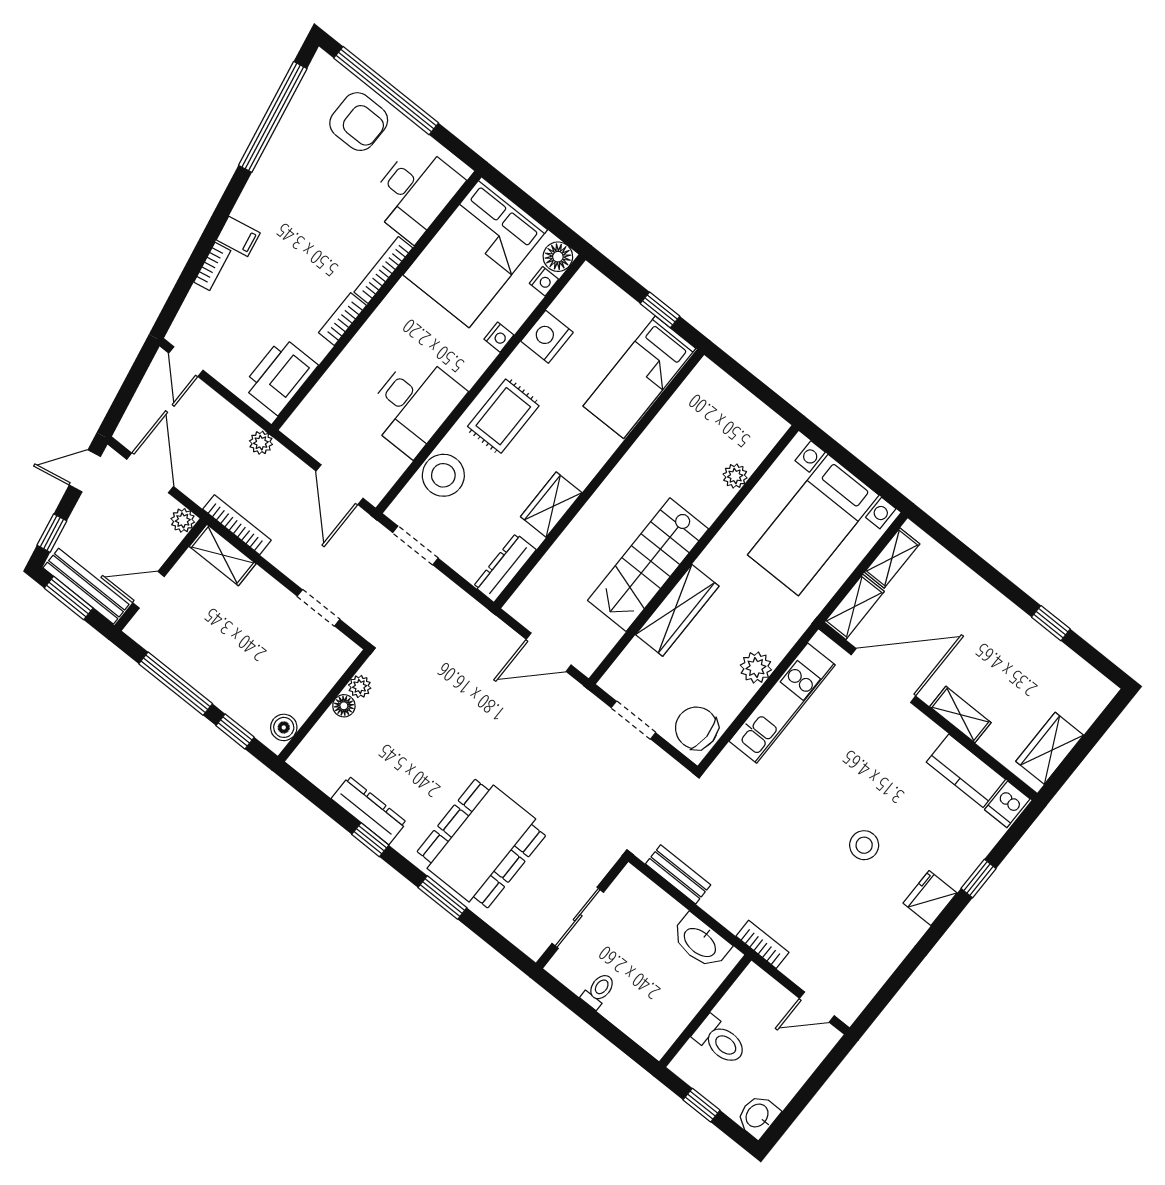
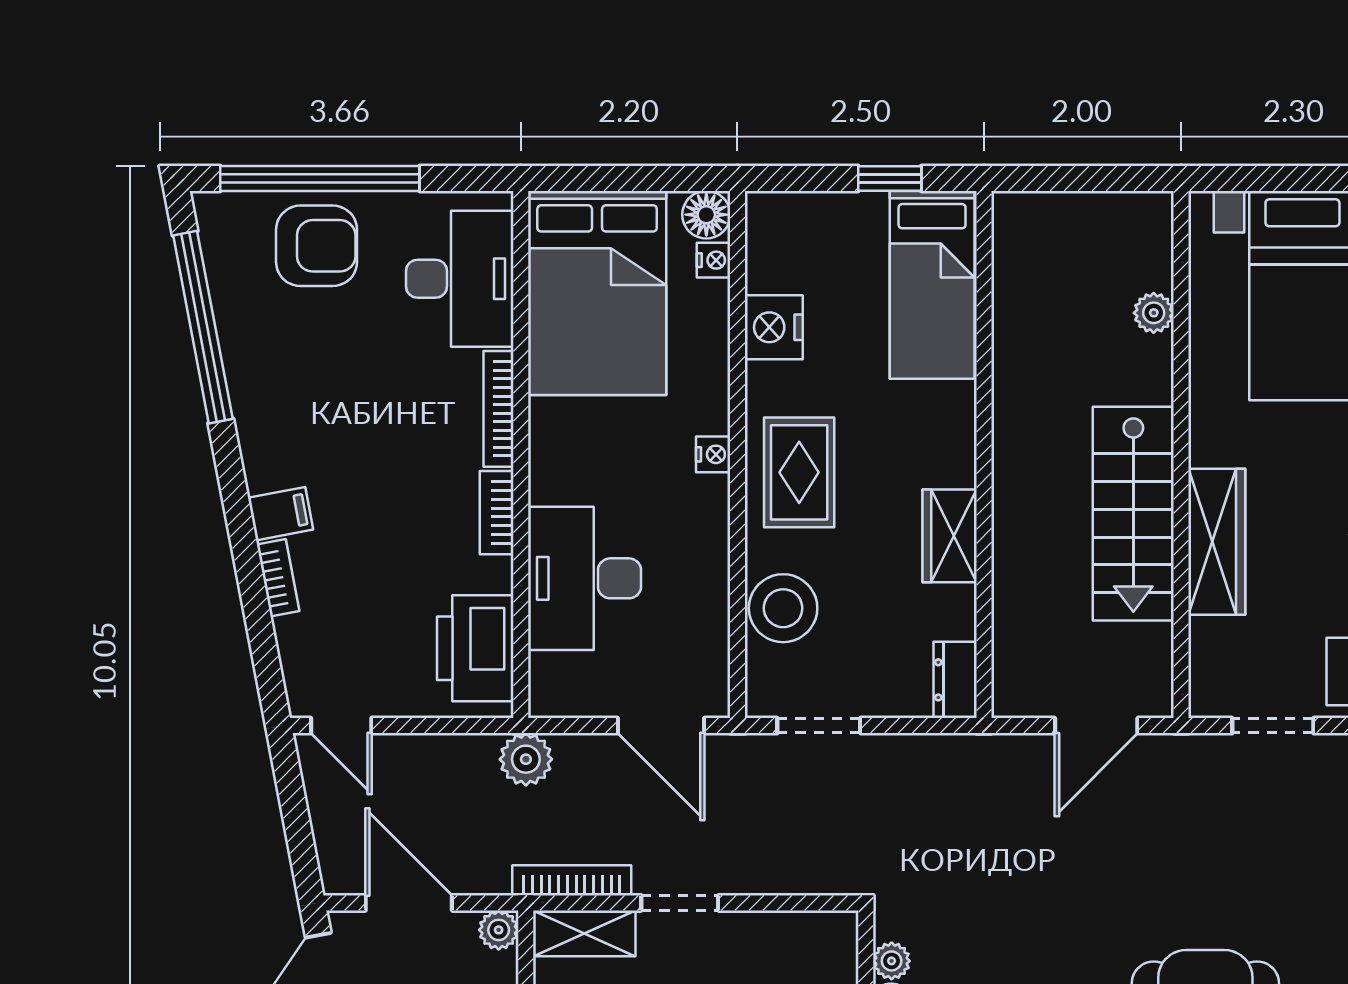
nightstand: (499, 337) -> (713, 454), moved
desk: (414, 404) -> (585, 578), moved, turned 180
plant: (261, 443) -> (526, 759), width x1.38, depth x1.38
dresser: (505, 568) -> (955, 680), width x0.70
doorway: (318, 608) -> (680, 903), moved

